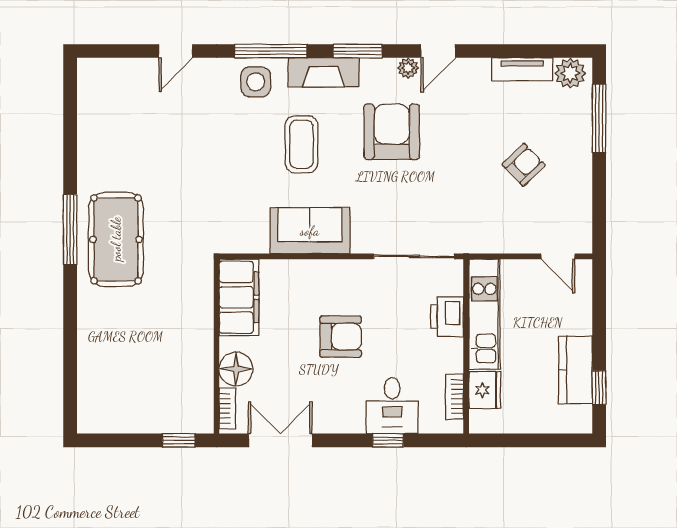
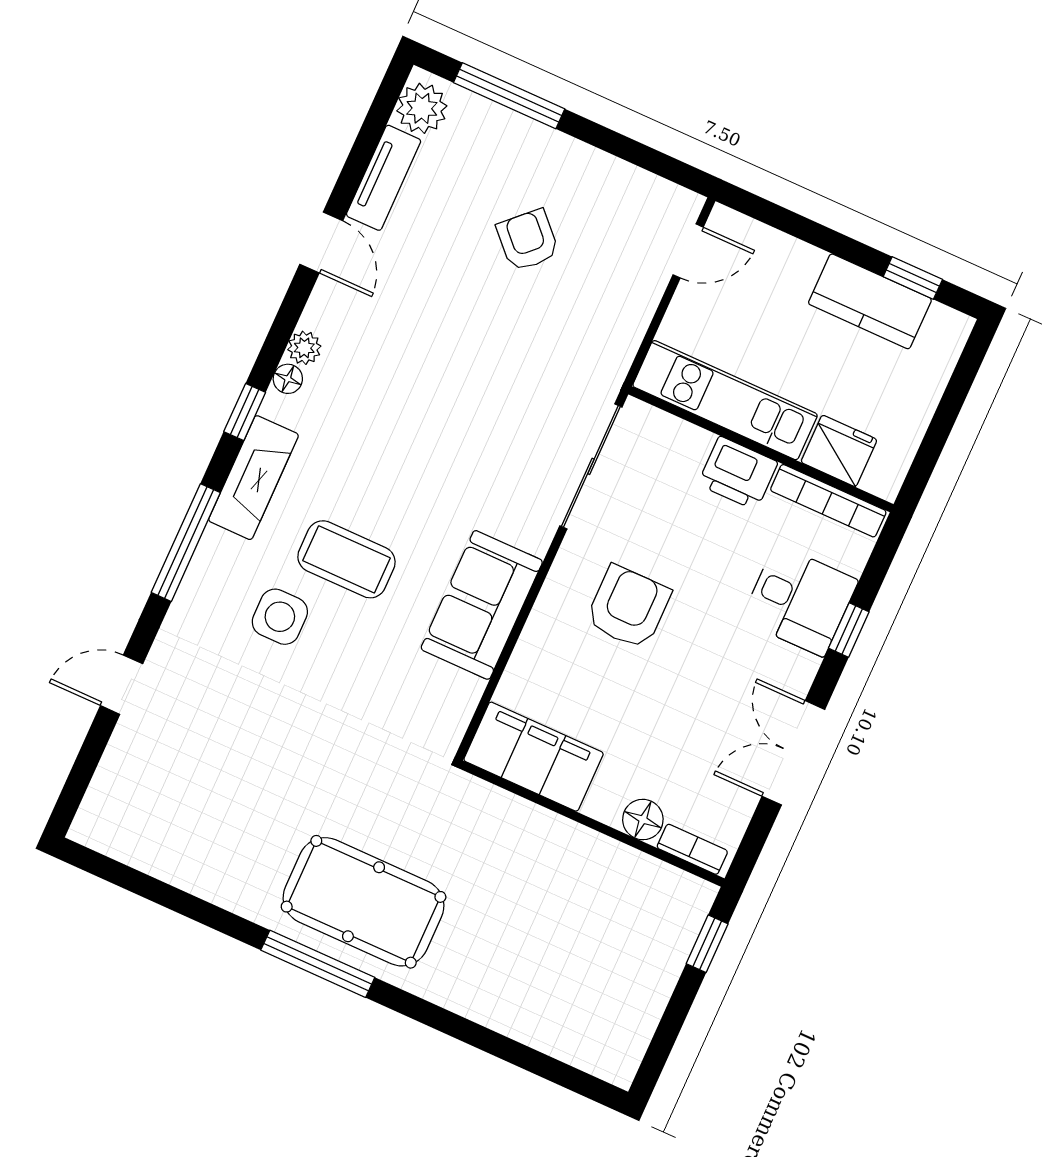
door: (176, 51) -> (122, 685), swing flipped
window: (358, 51) -> (245, 412), width x0.67
door: (438, 51) -> (321, 242), moved
floor lamp: (387, 67) -> (288, 379), added
side table: (256, 82) -> (280, 617), moved
armchair: (392, 132) -> (389, 416), removed
printer: (447, 317) -> (738, 473), moved
armchair: (341, 337) -> (628, 607), moved
floor lamp: (236, 369) -> (643, 820), width x0.73, depth x0.73
bookcase: (455, 397) -> (828, 501), width x1.56
double door: (280, 440) -> (793, 753), moved

